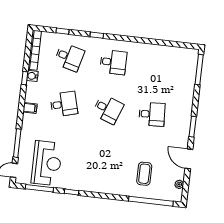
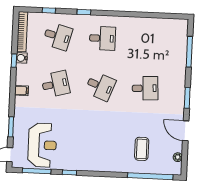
window: (199, 70) -> (189, 52), moved
window: (17, 143) -> (11, 127), width x0.69

